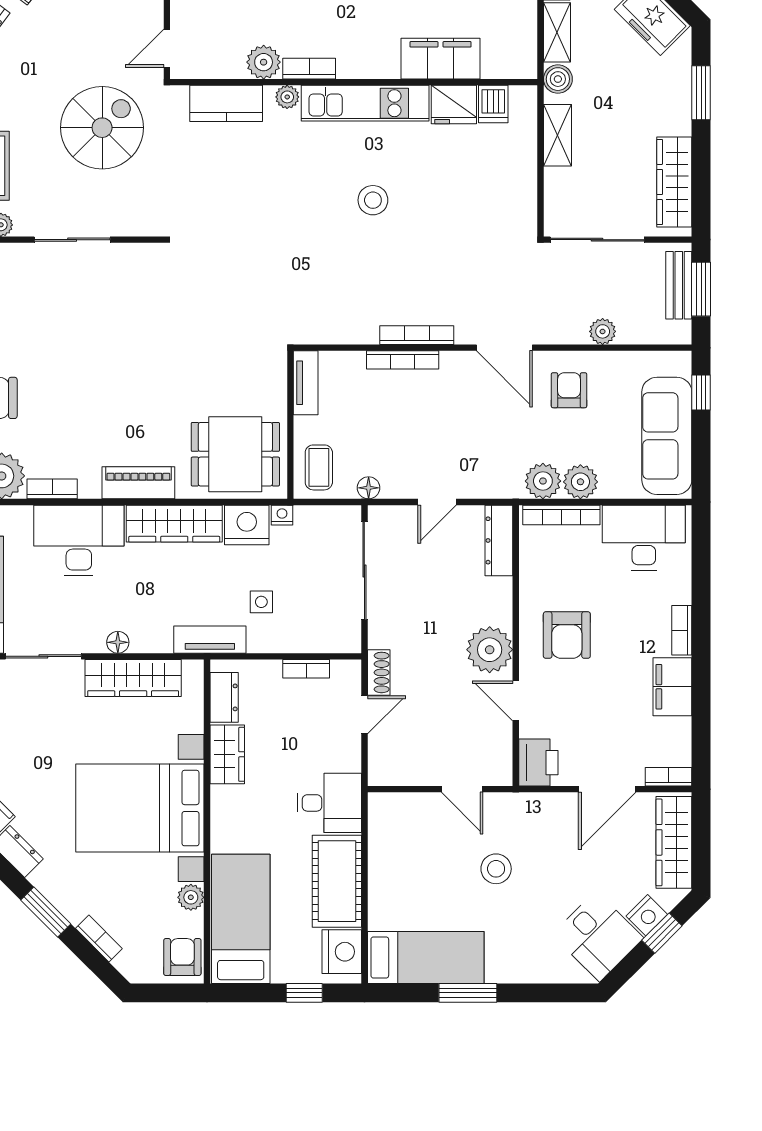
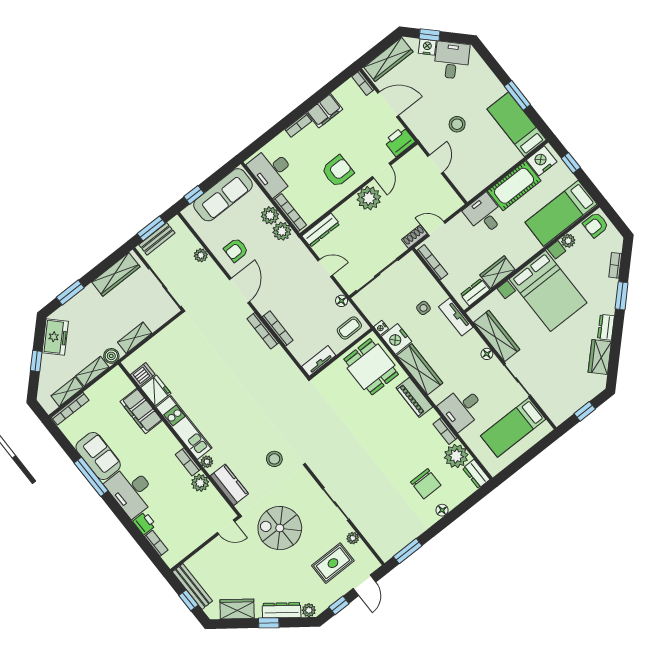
stool: (373, 200) -> (274, 459), moved
desk: (79, 540) -> (462, 408), width x0.73
bookcase: (306, 669) -> (432, 262), width x1.56

